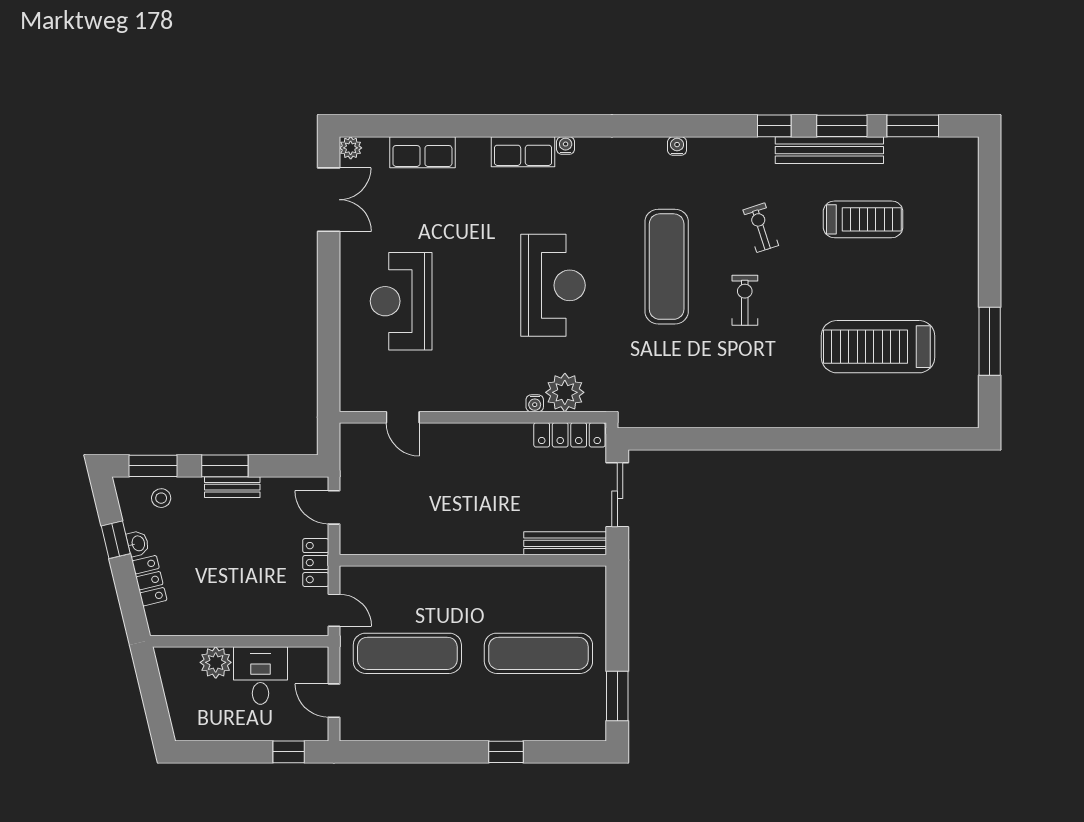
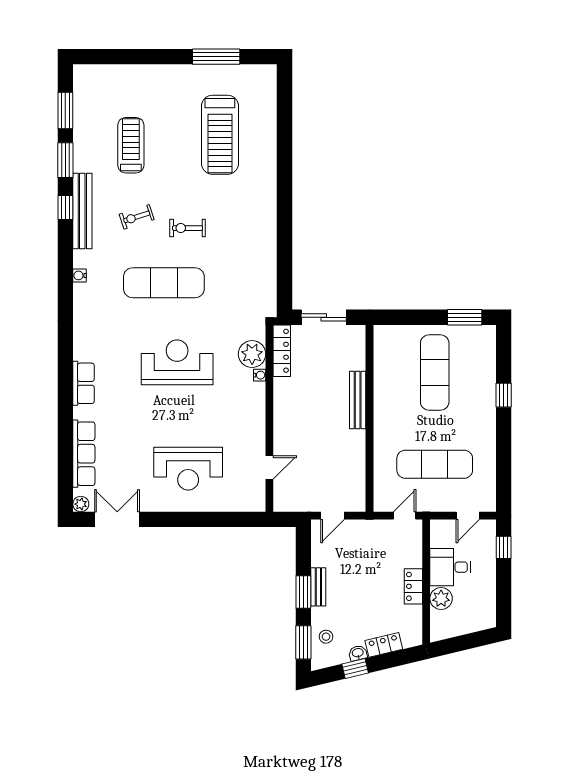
water cooler: (566, 146) -> (79, 354), removed
bench: (829, 150) -> (82, 211), moved
row of seats: (422, 152) -> (84, 454), width x1.48
bench: (565, 543) -> (358, 400), moved
locker: (316, 563) -> (413, 586), moved, turned 90
exercise mat: (407, 653) -> (435, 464), turned 90

